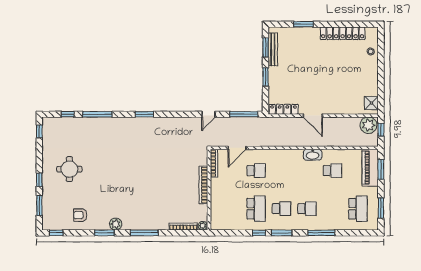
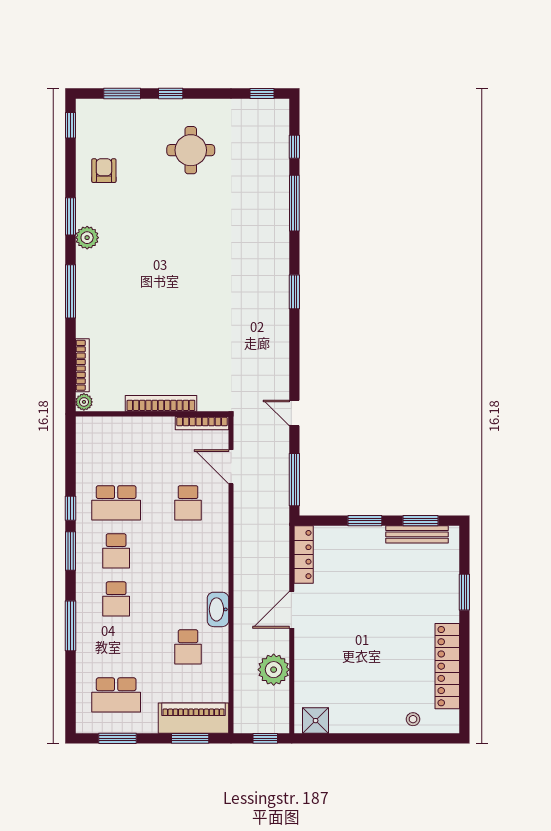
plant: (368, 125) -> (274, 670), moved

